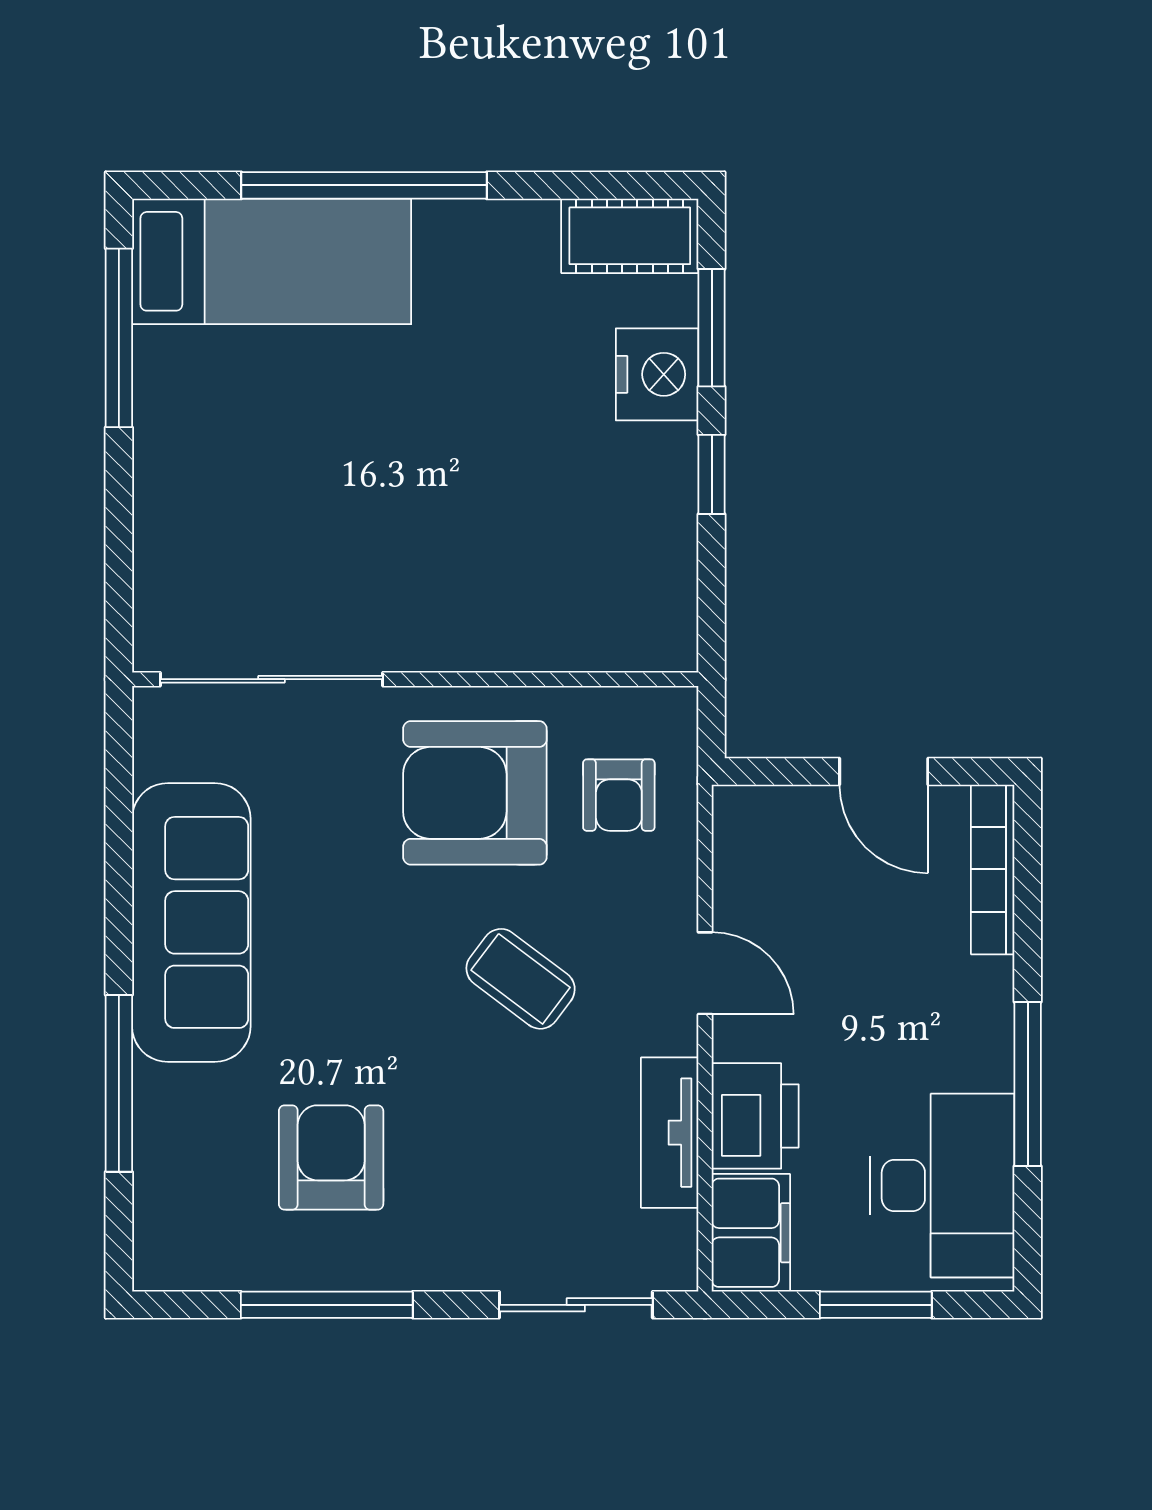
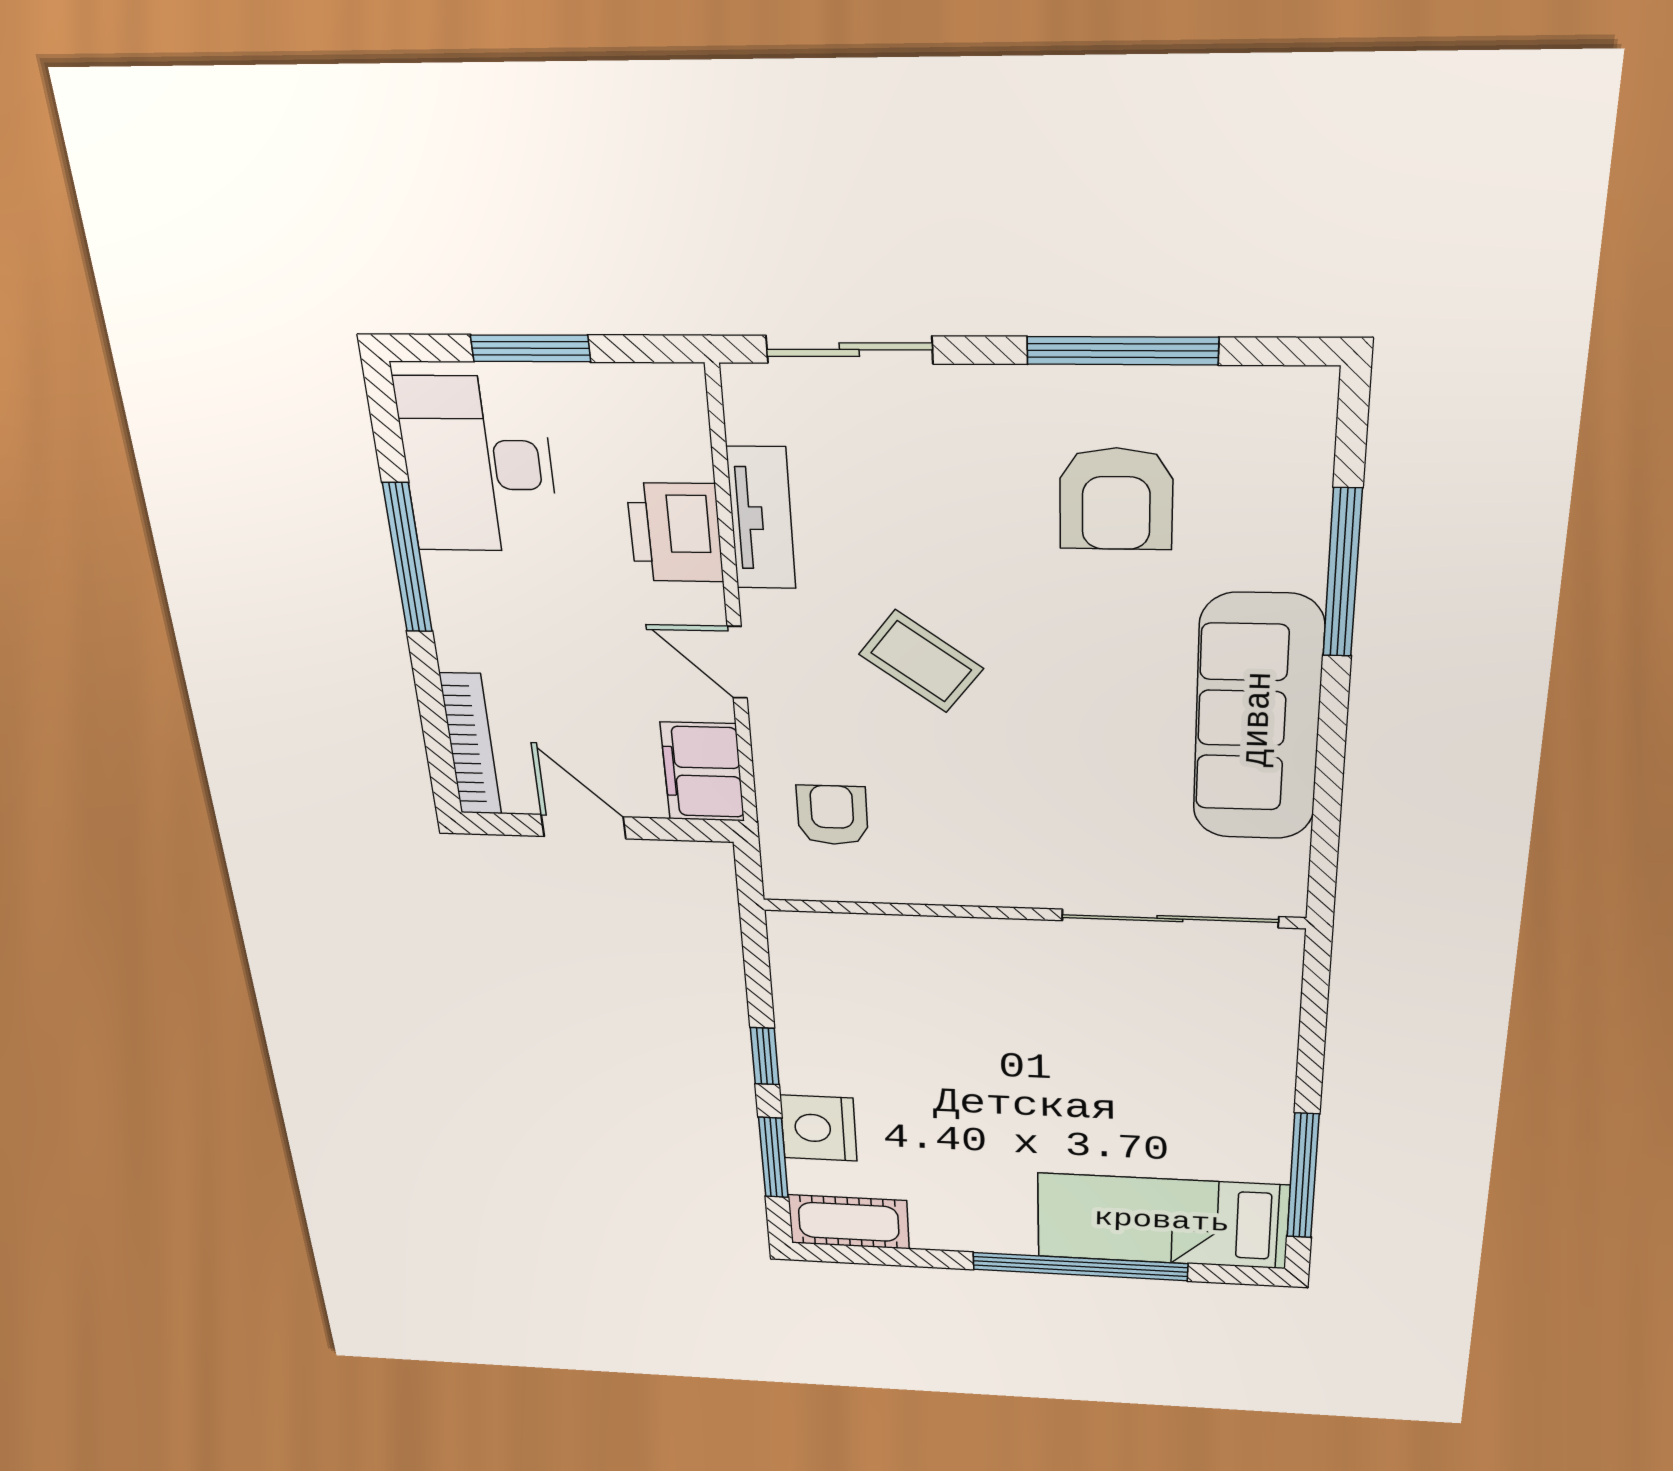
armchair: (475, 793) -> (972, 821), removed
filing cabinet: (751, 1233) -> (703, 772), moved

